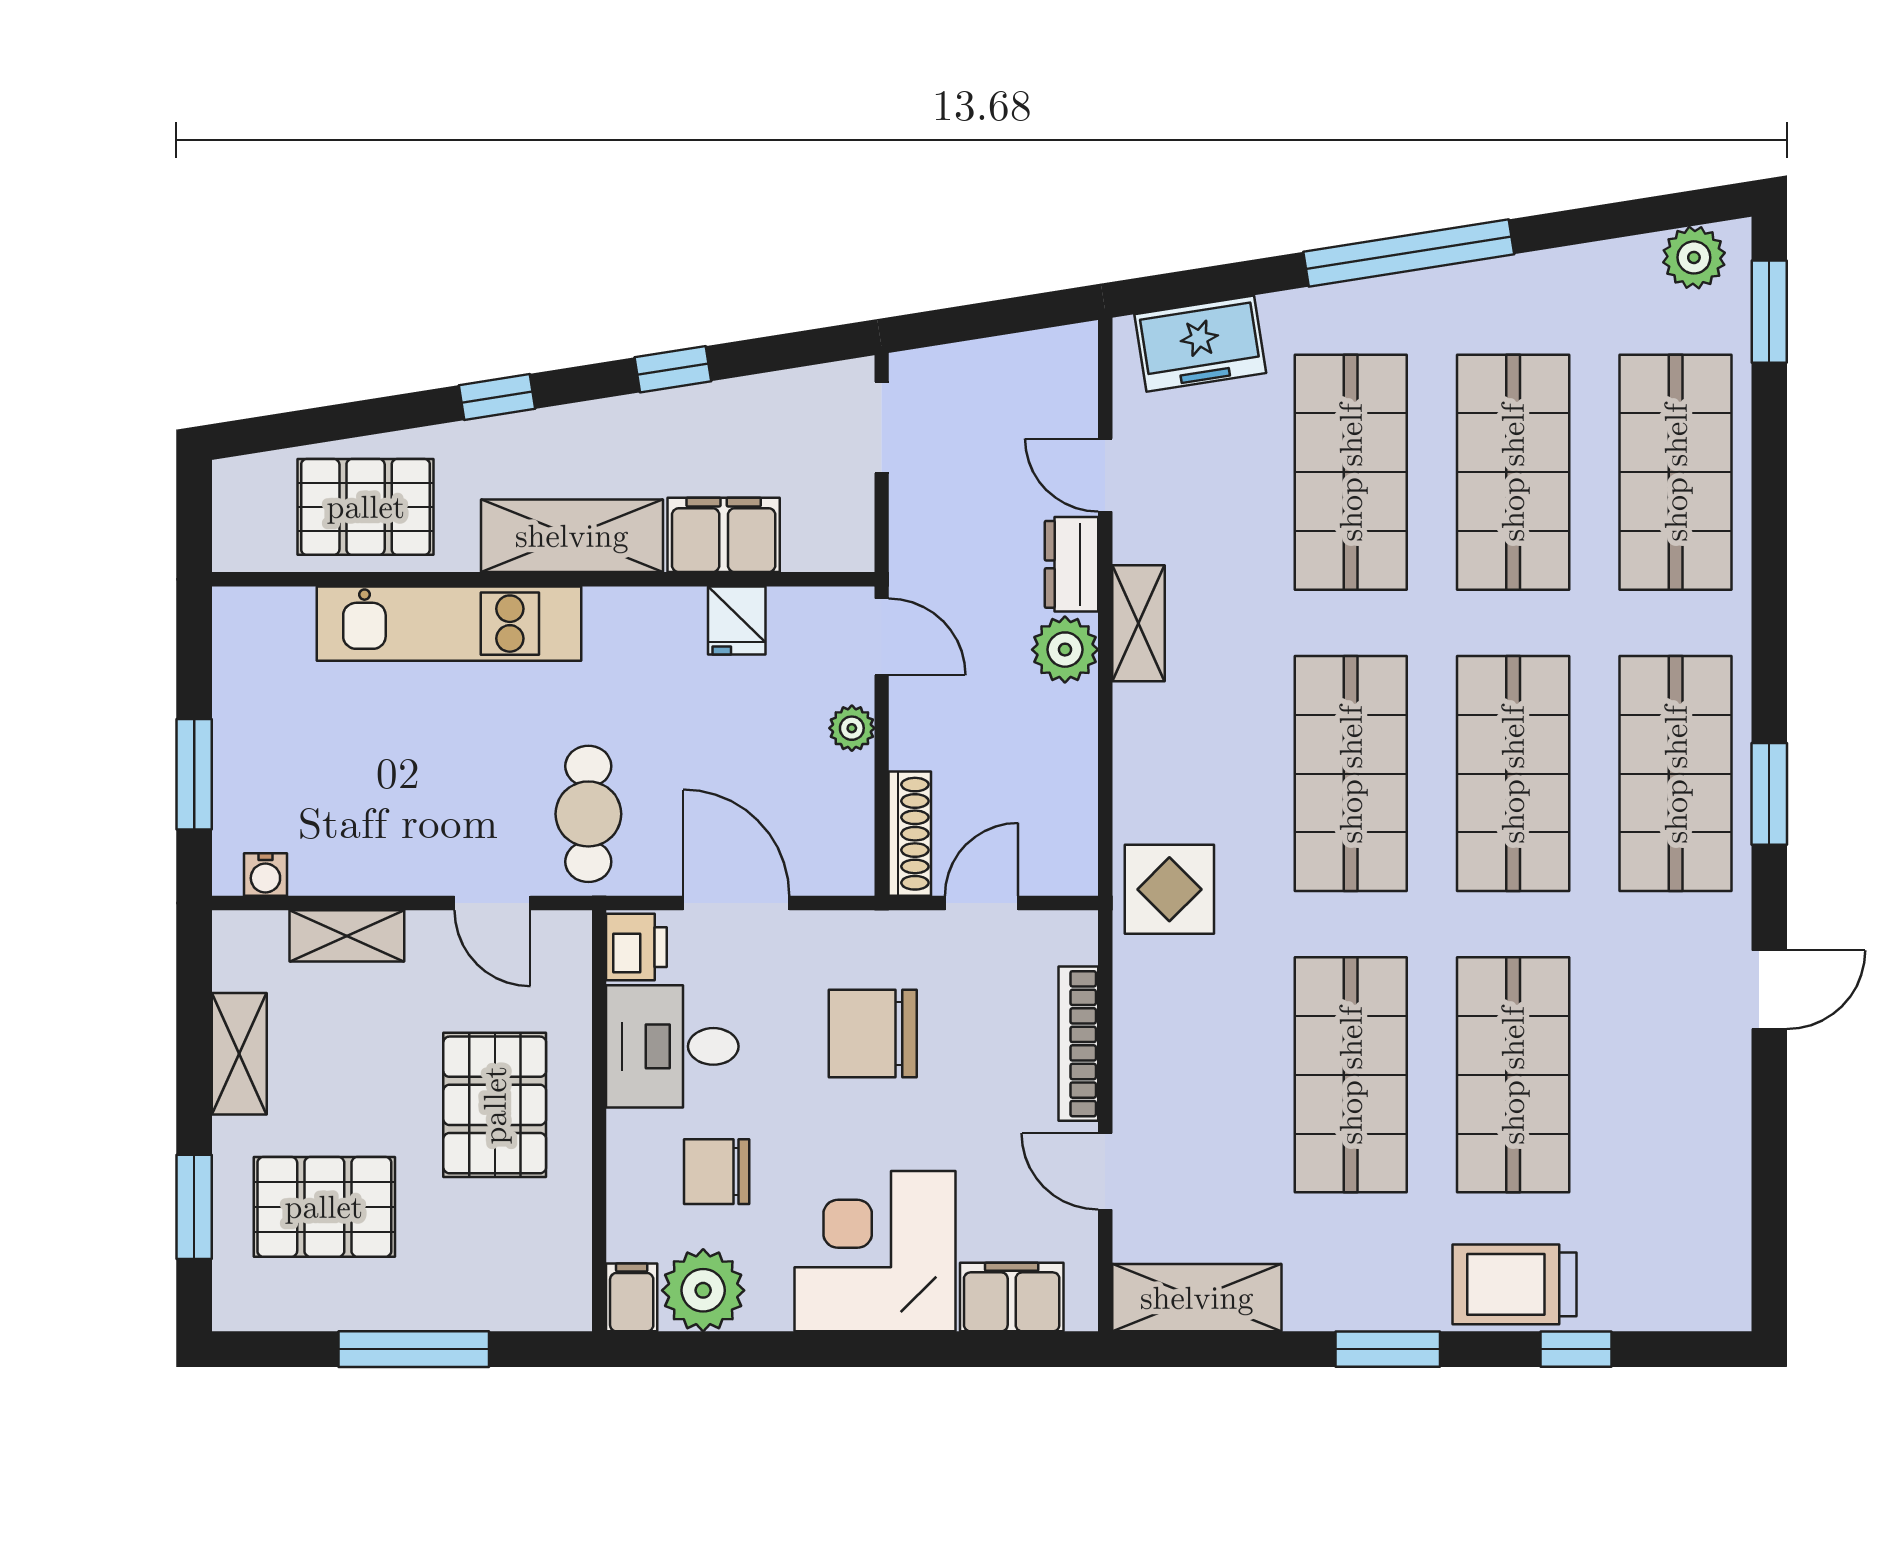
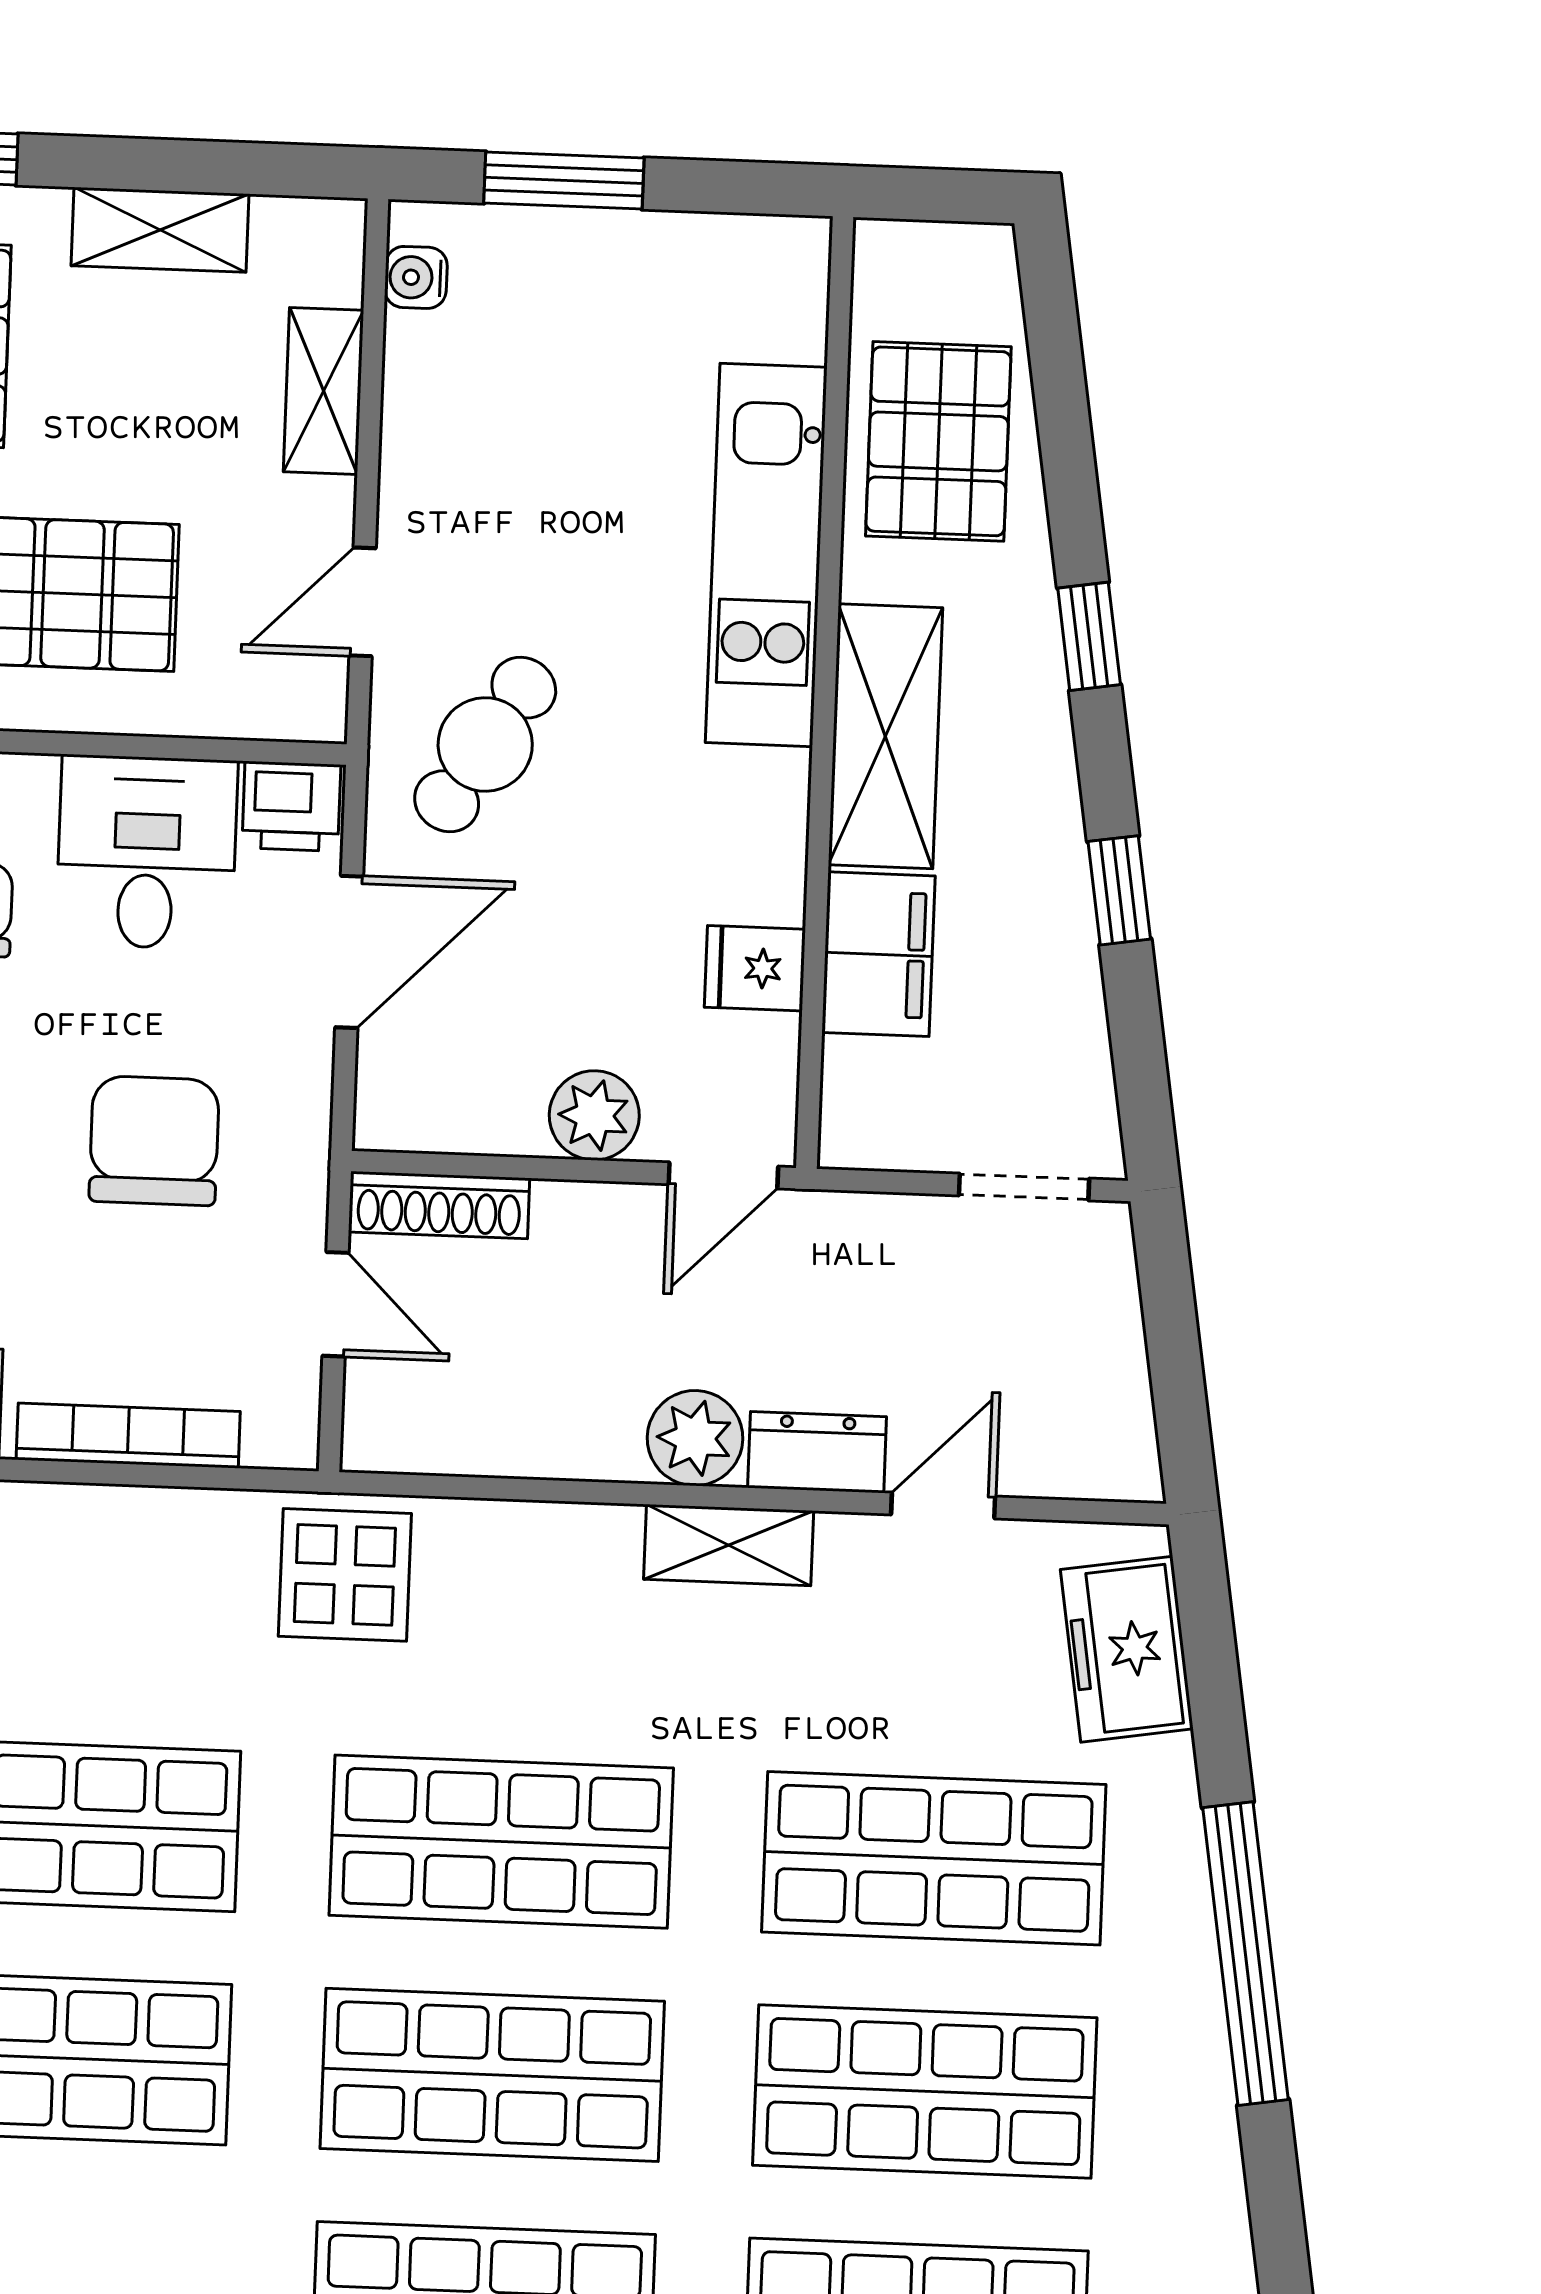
plant: (852, 728) -> (594, 1115), width x1.38, depth x1.38
cafe table: (588, 814) -> (485, 744), turned -58

